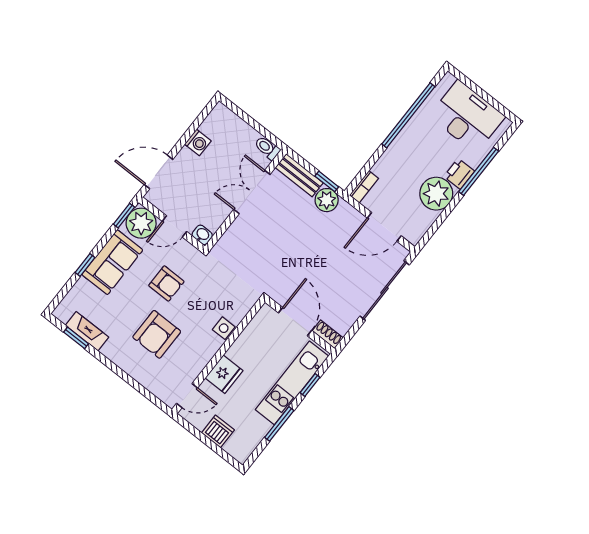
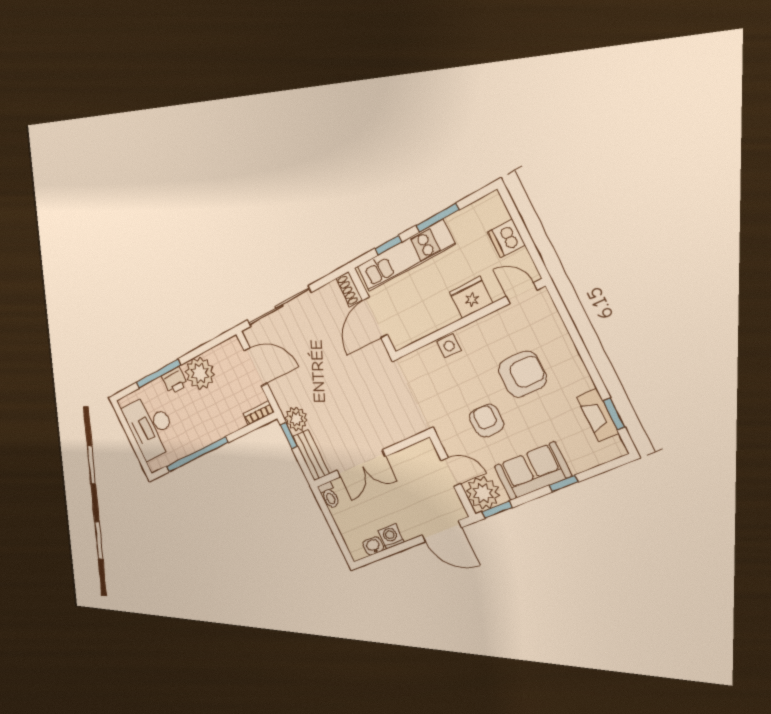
washbasin: (202, 235) -> (373, 546), moved, turned 90

